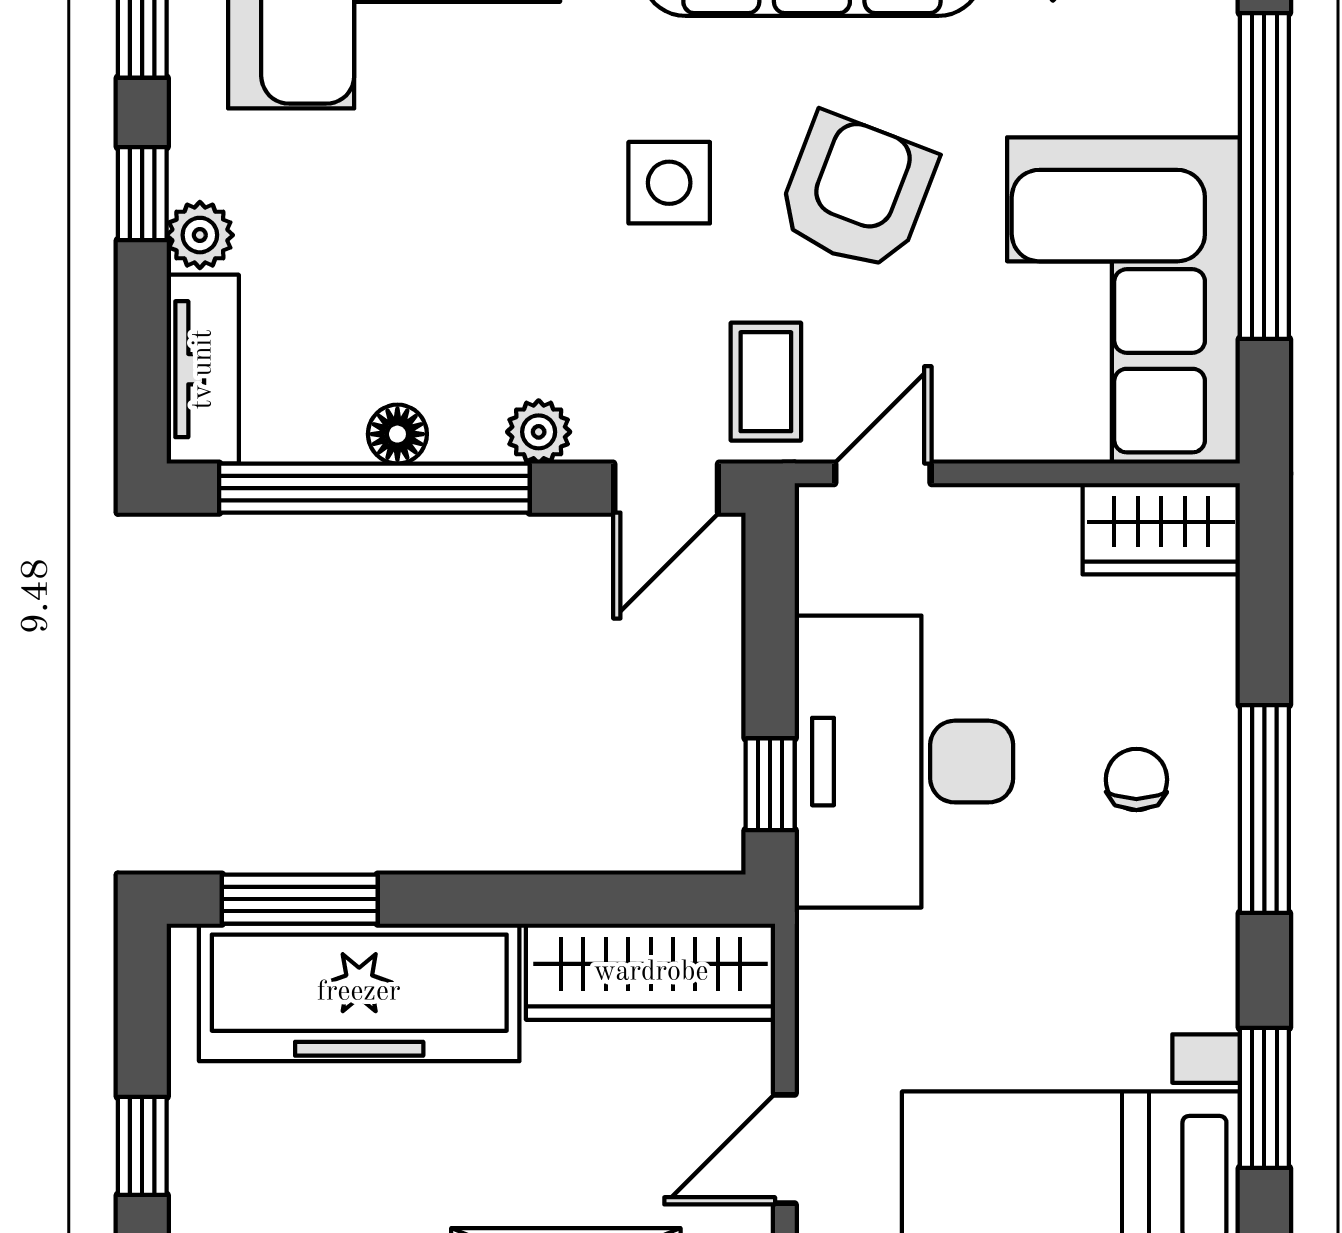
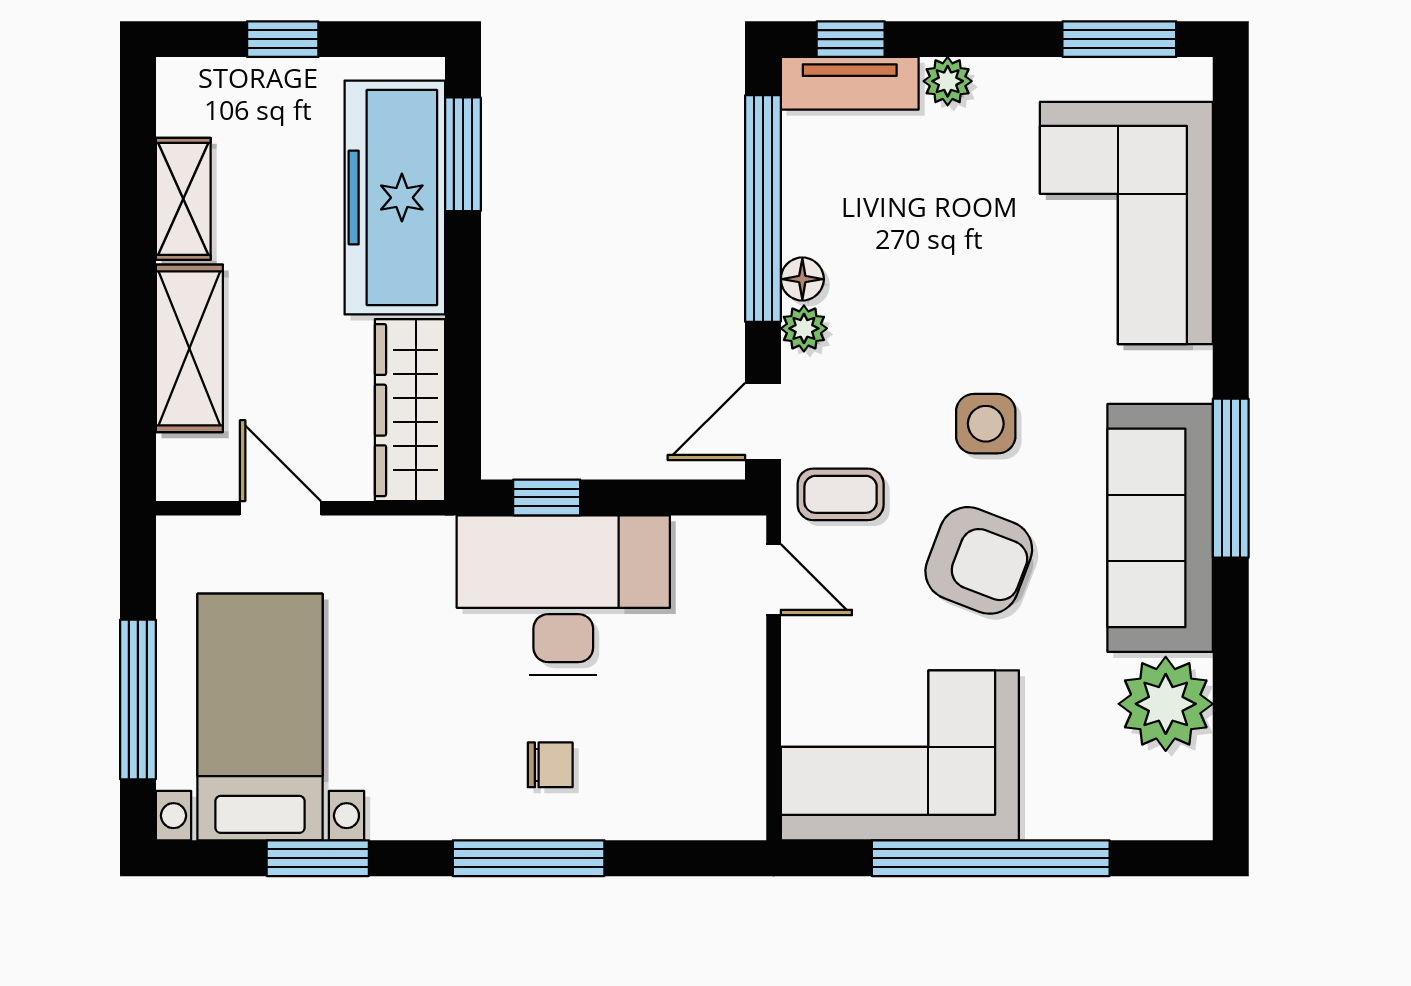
window: (142, 194) -> (851, 39), moved
floor lamp: (397, 434) -> (802, 279), moved
door: (666, 488) -> (763, 422), hinge flipped
wardrobe: (1161, 529) -> (733, 783), removed

